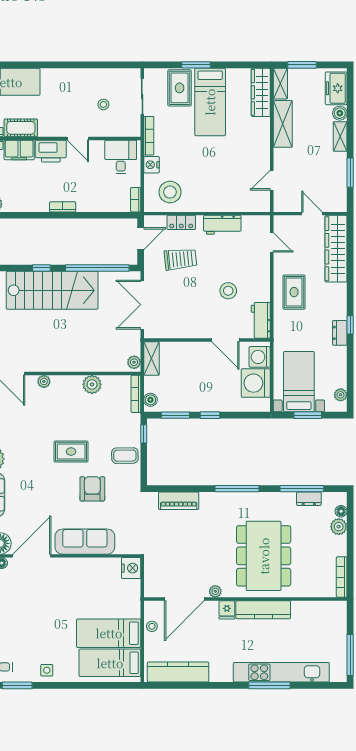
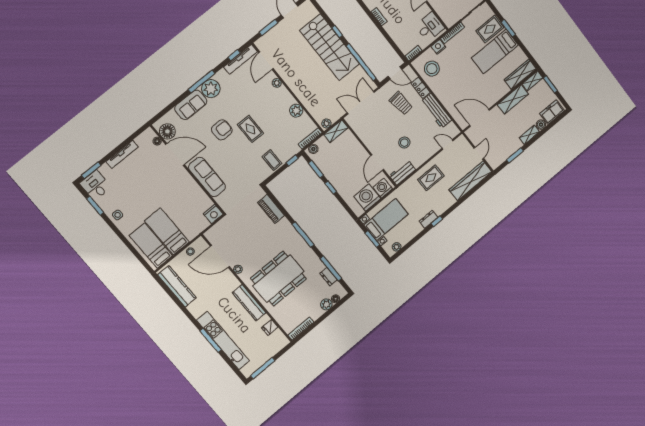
door: (272, 180) -> (480, 118), width x1.88
workbench: (222, 225) -> (436, 111), width x1.38
door: (272, 242) -> (448, 144), swing flipped
armchair: (92, 489) -> (222, 130), moved
fridge: (227, 610) -> (270, 327), moved

